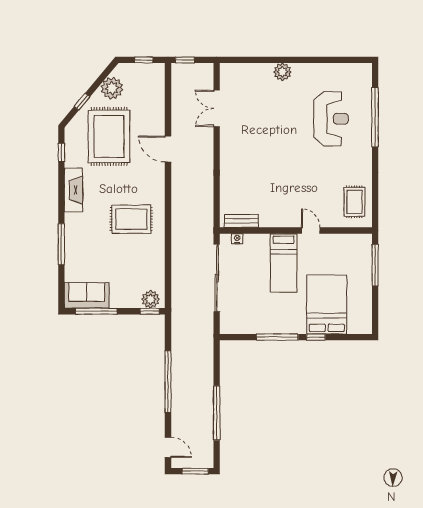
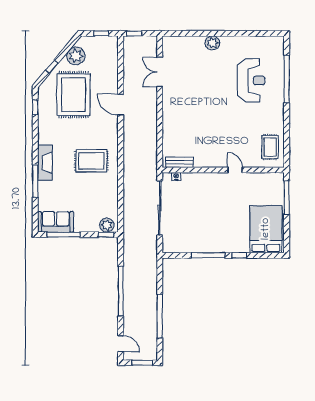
fireplace: (73, 190) -> (45, 163), moved
bed: (284, 263) -> (213, 196), removed
bed: (327, 304) -> (266, 229), moved

